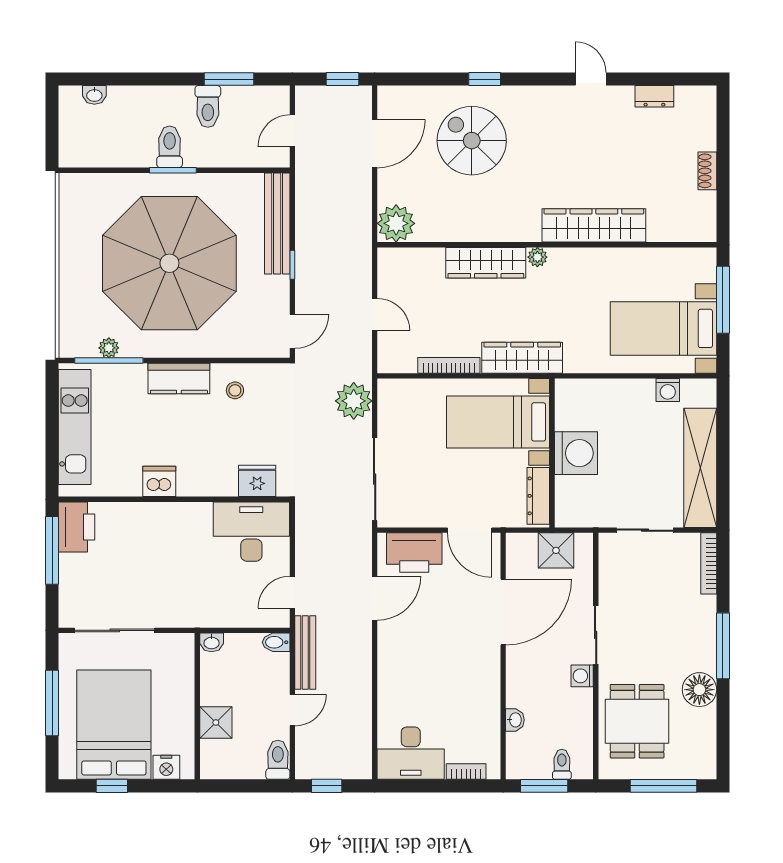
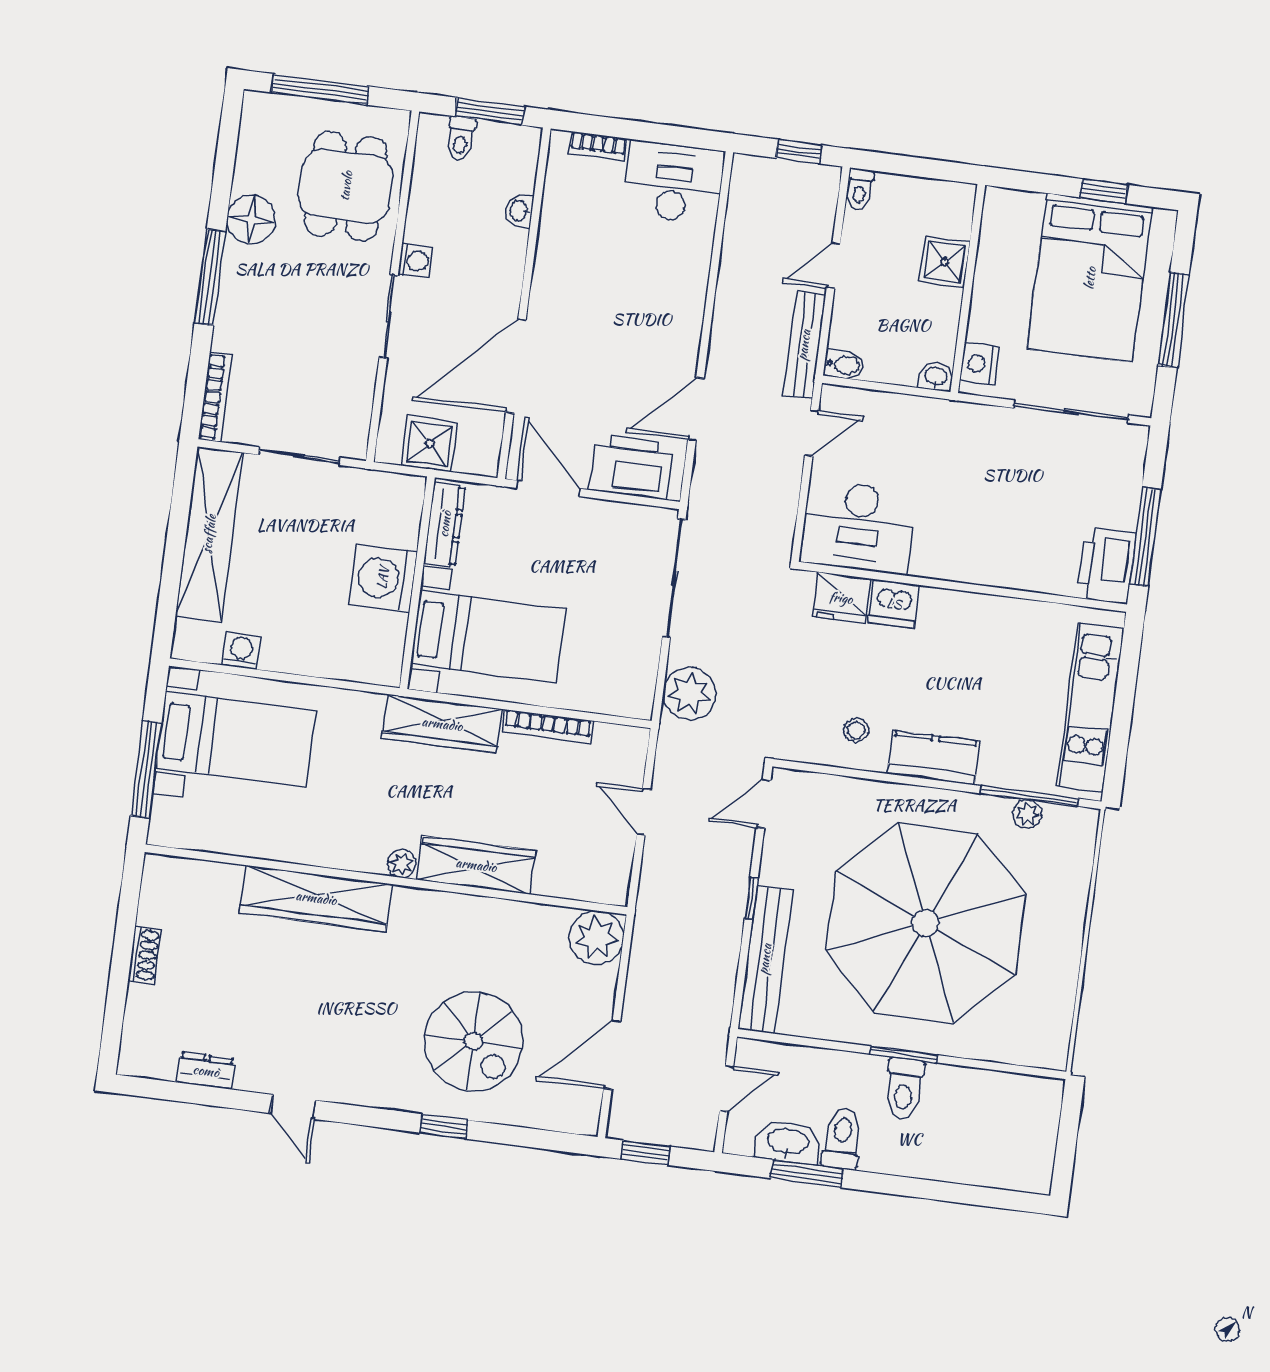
washbasin: (94, 95) -> (788, 1142), moved, width x1.91, depth x1.45
dishwasher: (159, 481) -> (894, 604), moved
toilet: (278, 760) -> (860, 189), width x0.73, depth x0.72
nightstand: (166, 767) -> (979, 364), moved, turned -90

